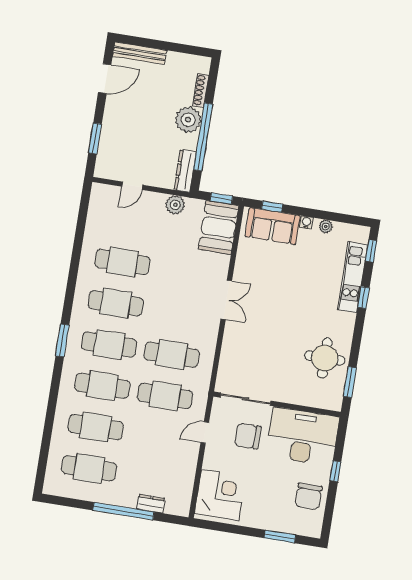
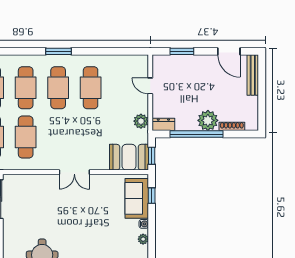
dresser: (185, 171) -> (163, 124), width x0.70
window: (62, 341) -> (58, 51), moved

